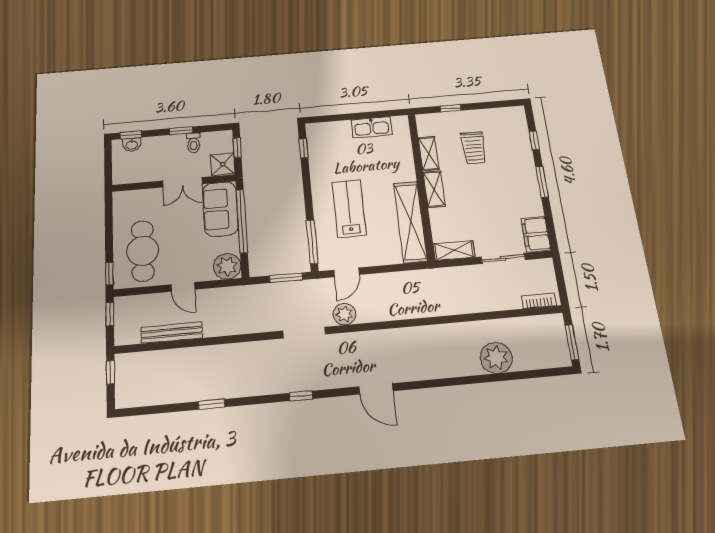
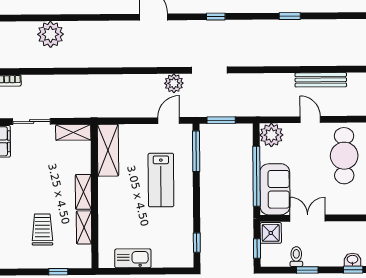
shelving: (410, 222) -> (108, 150), width x0.68

